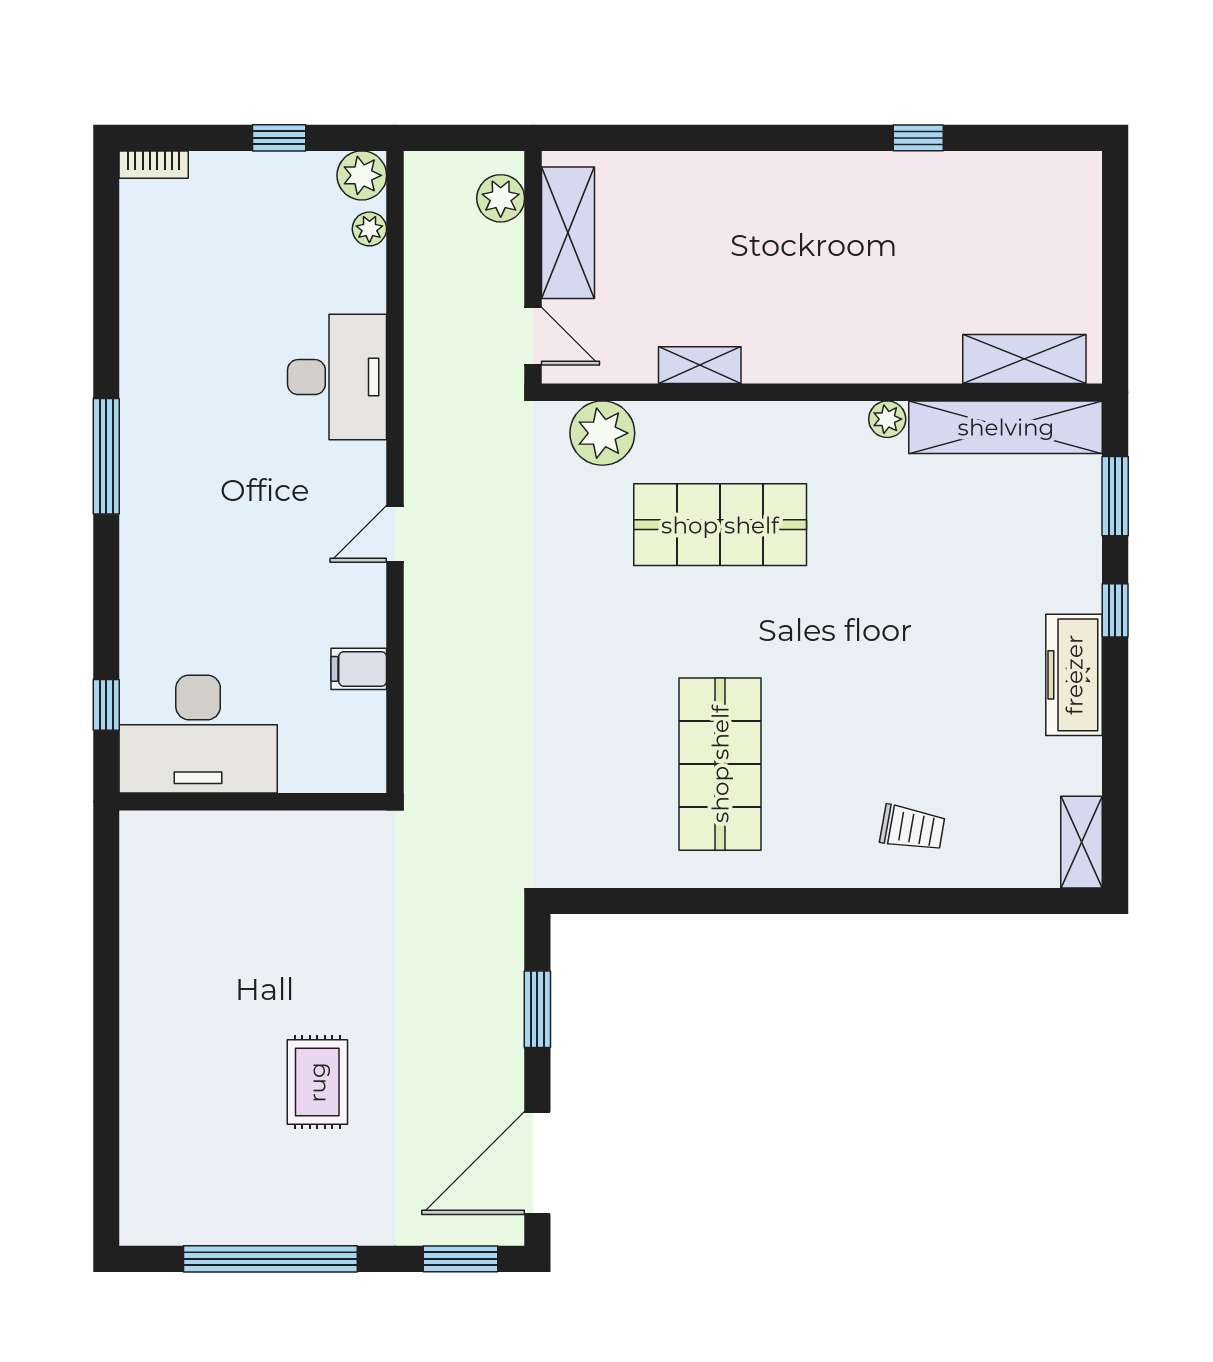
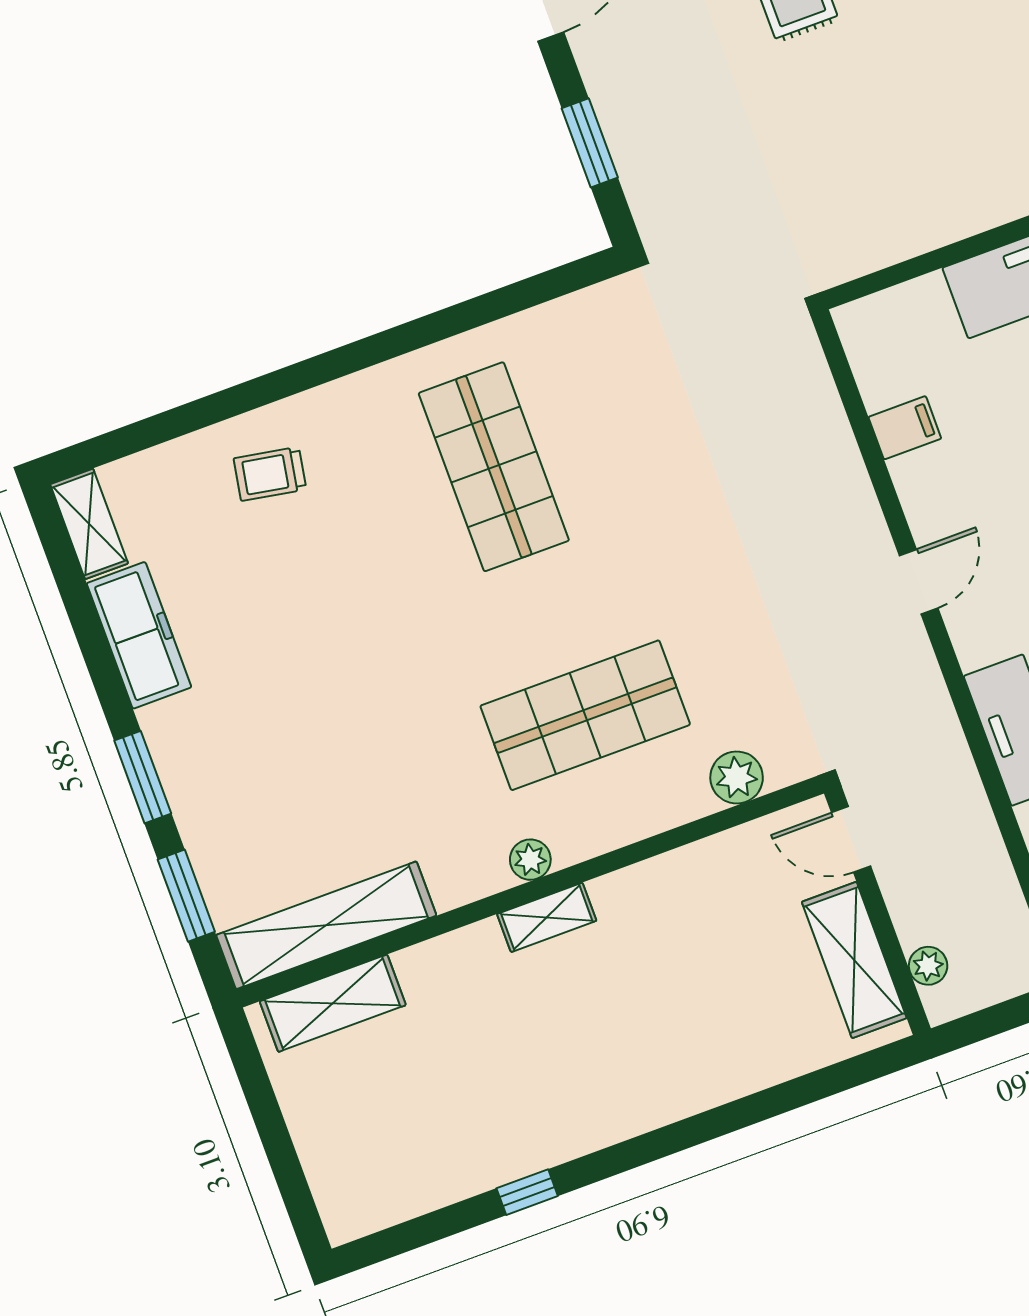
plant: (501, 198) -> (928, 966), width x0.73, depth x0.73
shelving: (700, 365) -> (547, 917), moved
plant: (887, 419) -> (530, 860), moved
plant: (602, 433) -> (737, 777), width x0.73, depth x0.73
window: (1115, 610) -> (143, 777), width x1.50
freezer: (1074, 675) -> (139, 635), moved

